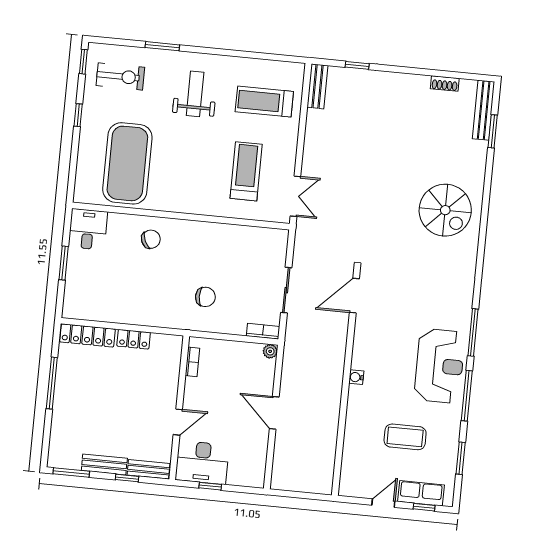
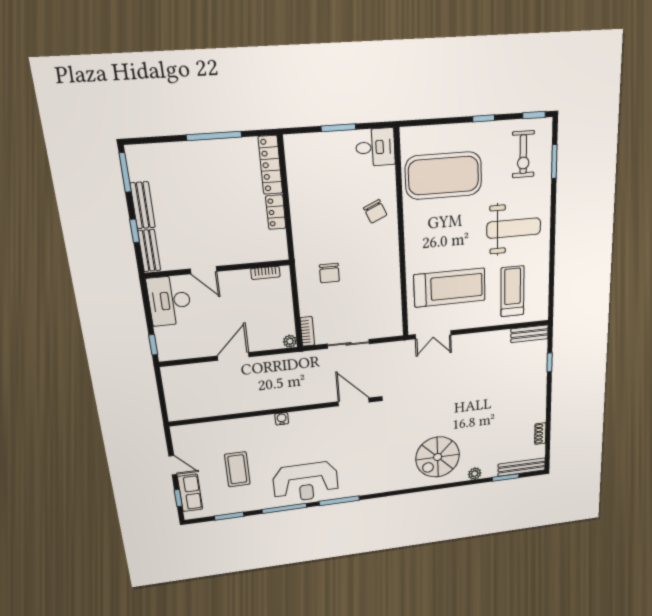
window: (162, 46) -> (554, 162), moved
weight bench: (195, 94) -> (514, 228), width x1.36, depth x1.33
plant: (478, 169) -> (475, 474), added
treadmill: (246, 171) -> (450, 288), width x1.37, depth x1.38
window: (210, 486) -> (153, 345), moved

